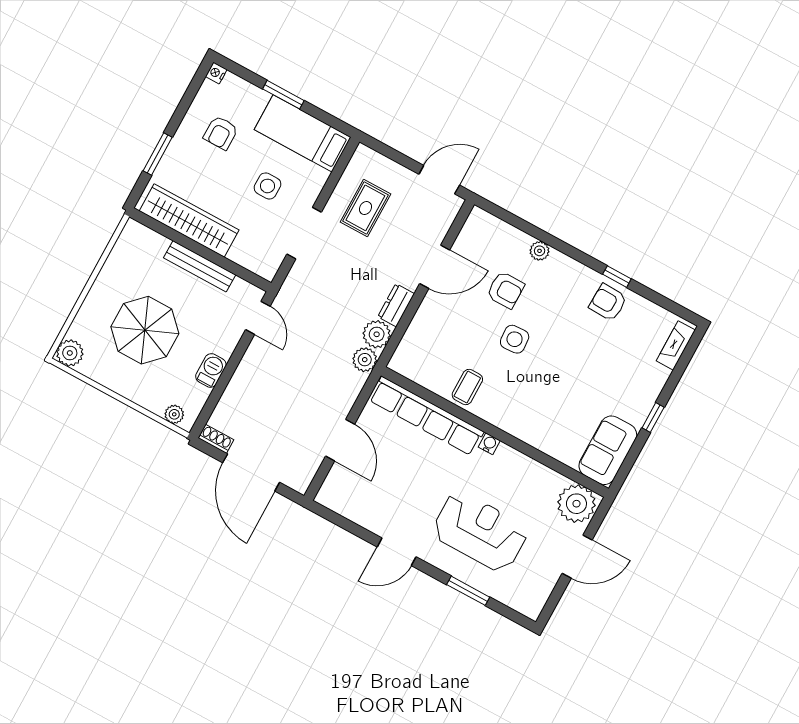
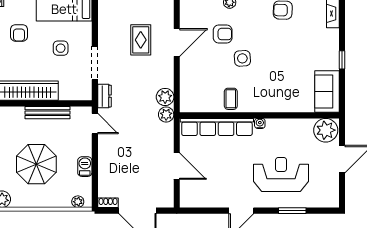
rug: (365, 208) -> (141, 40), moved
dresser: (396, 305) -> (105, 96), moved, turned 180

